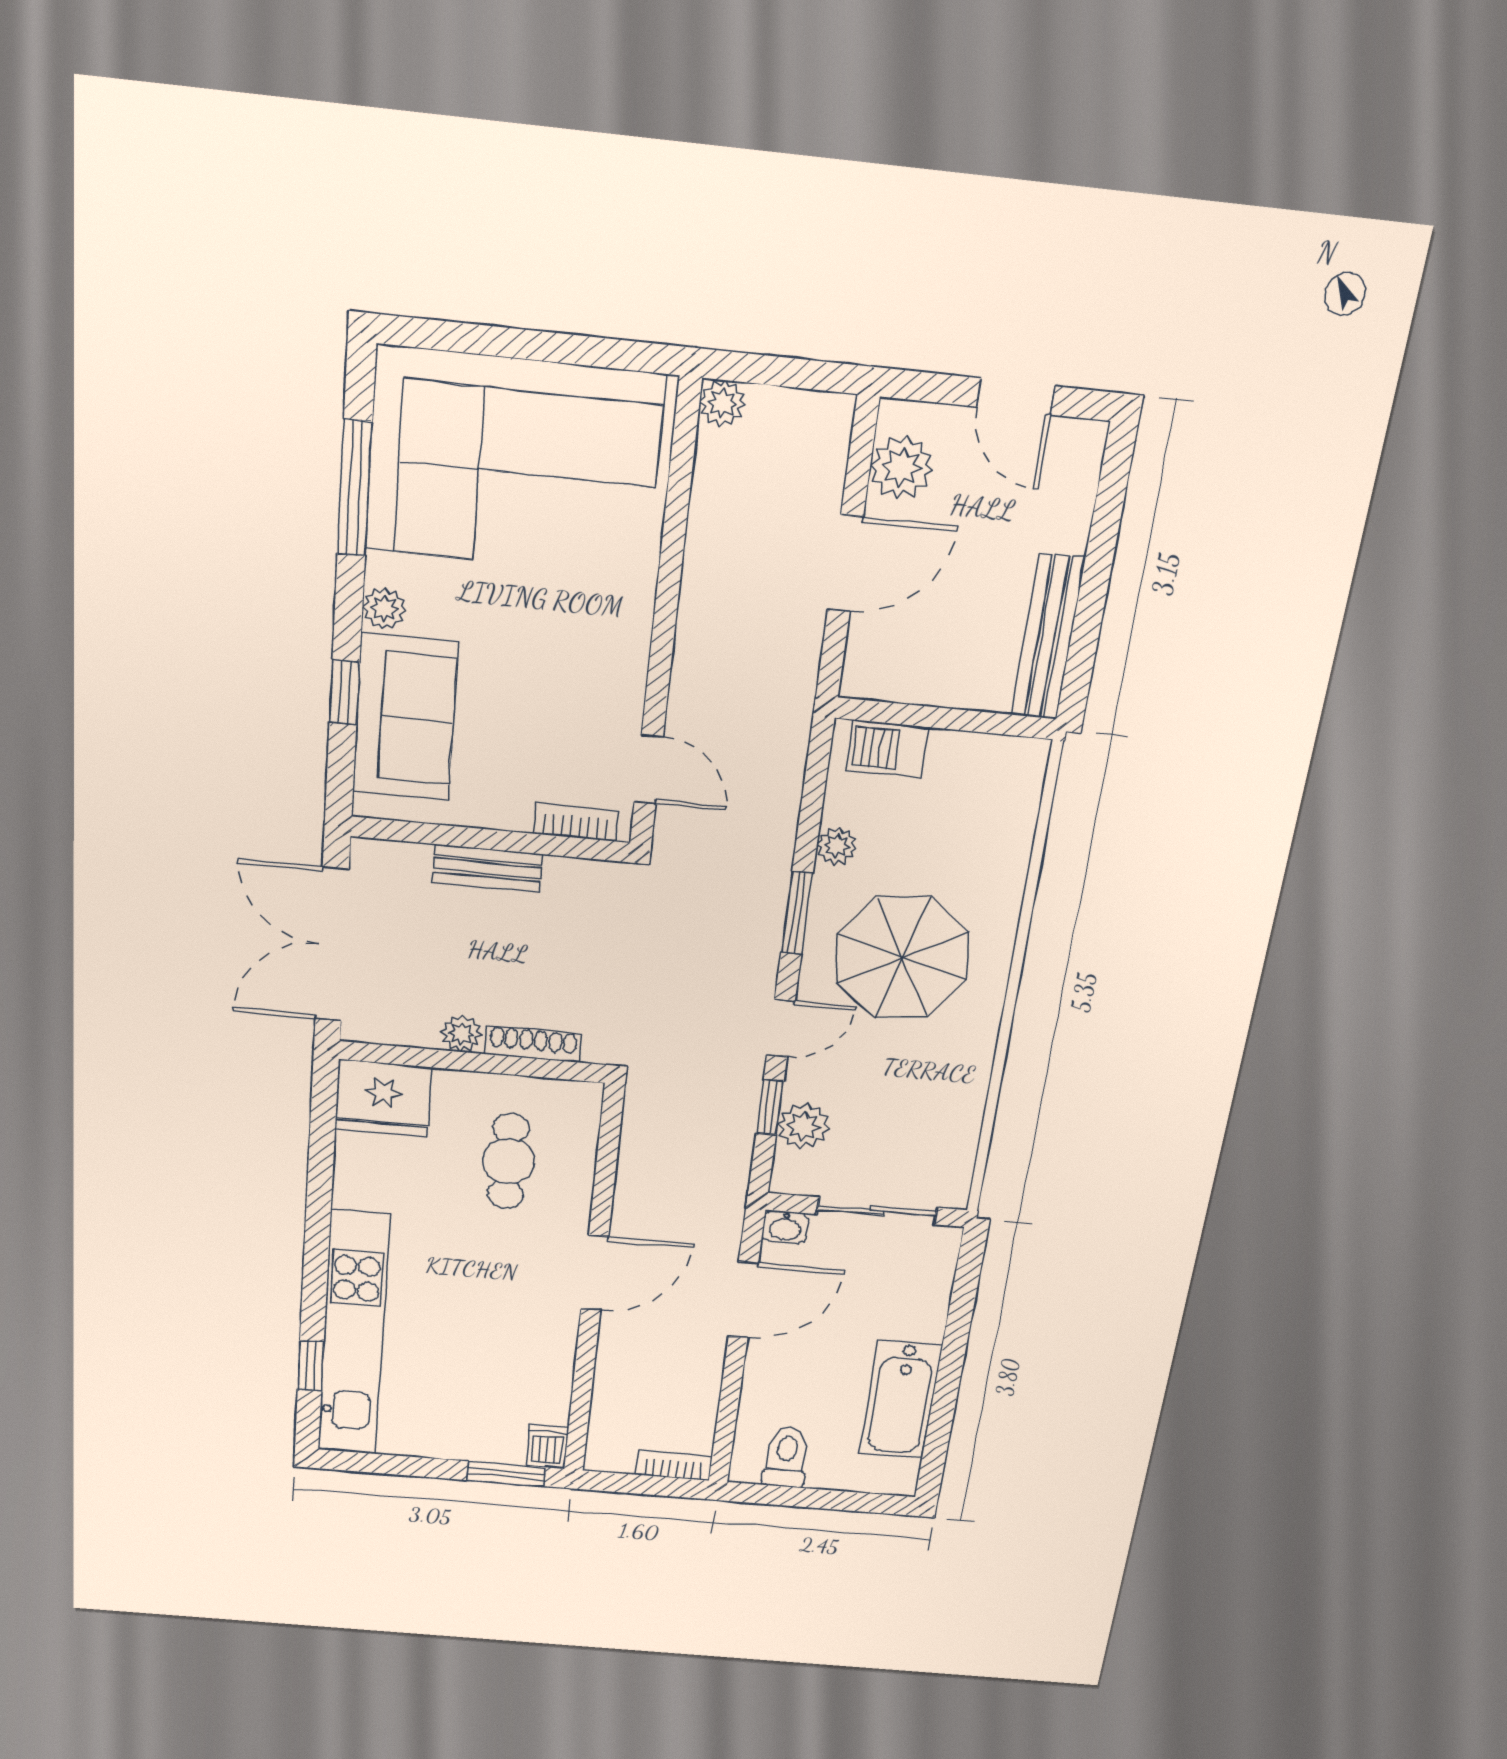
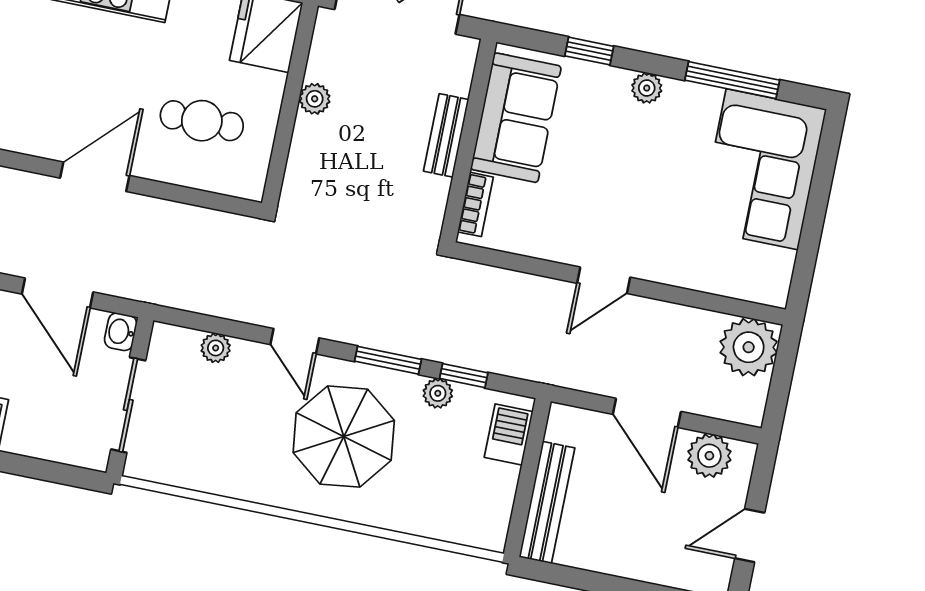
plant: (722, 403) -> (749, 347), width x1.87, depth x1.87
corner sofa: (514, 462) -> (762, 169), width x0.73, depth x0.74
bench: (1048, 637) -> (547, 503), moved, turned 90
sofa: (405, 717) -> (516, 118), moved, turned -90
door: (649, 769) -> (604, 280), moved
shoe rack: (533, 1044) -> (301, 152), removed
window: (770, 1107) -> (464, 376), moved
plant: (803, 1126) -> (216, 348), width x0.73, depth x0.73
door: (595, 1273) -> (95, 177), swing flipped

